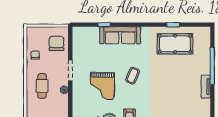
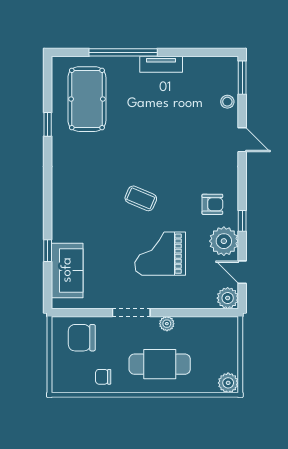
sofa: (120, 35) -> (67, 270), moved, width x0.73
pool table: (175, 44) -> (87, 99), moved
cafe table: (42, 86) -> (160, 364), width x1.37, depth x1.35
grand piano: (102, 86) -> (160, 254), turned 180

